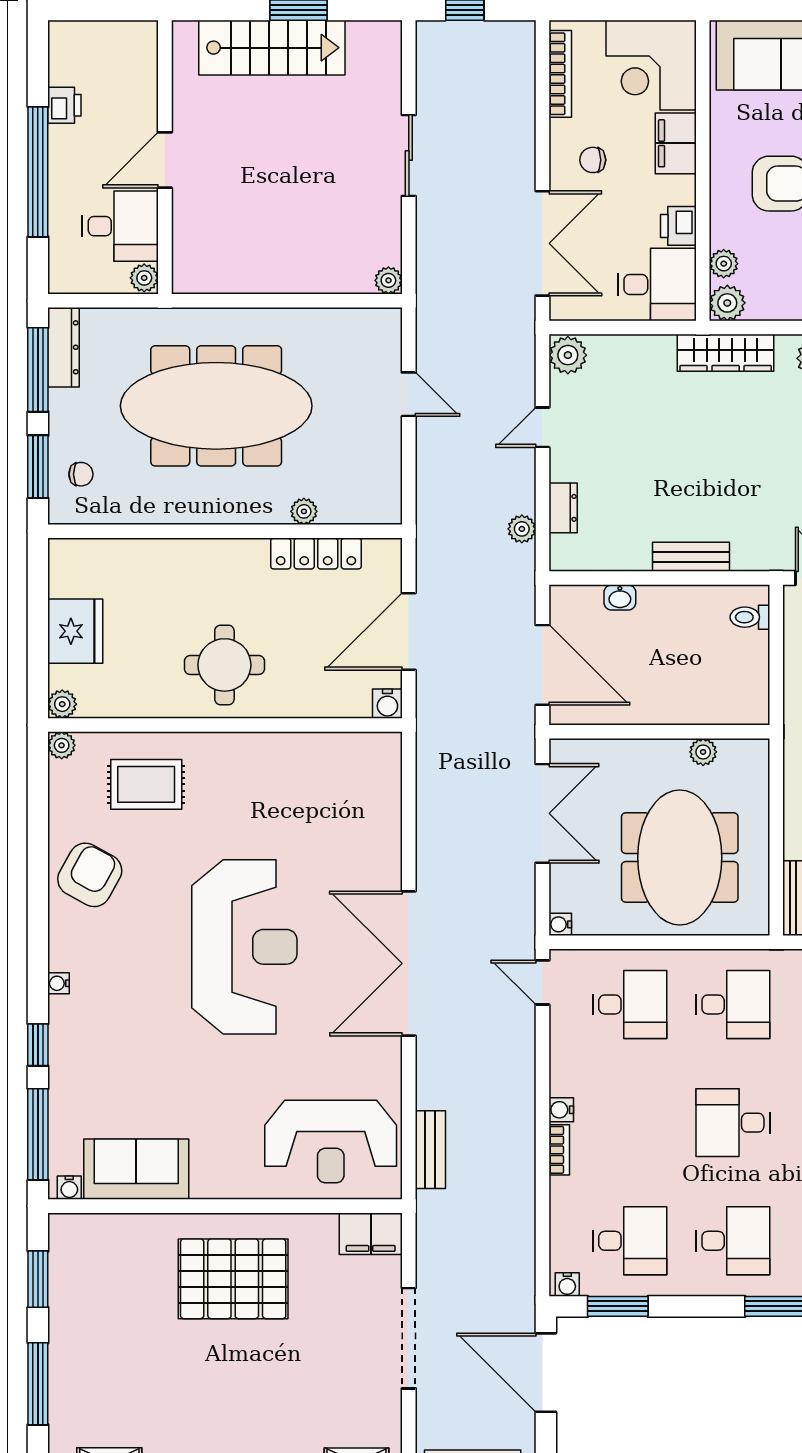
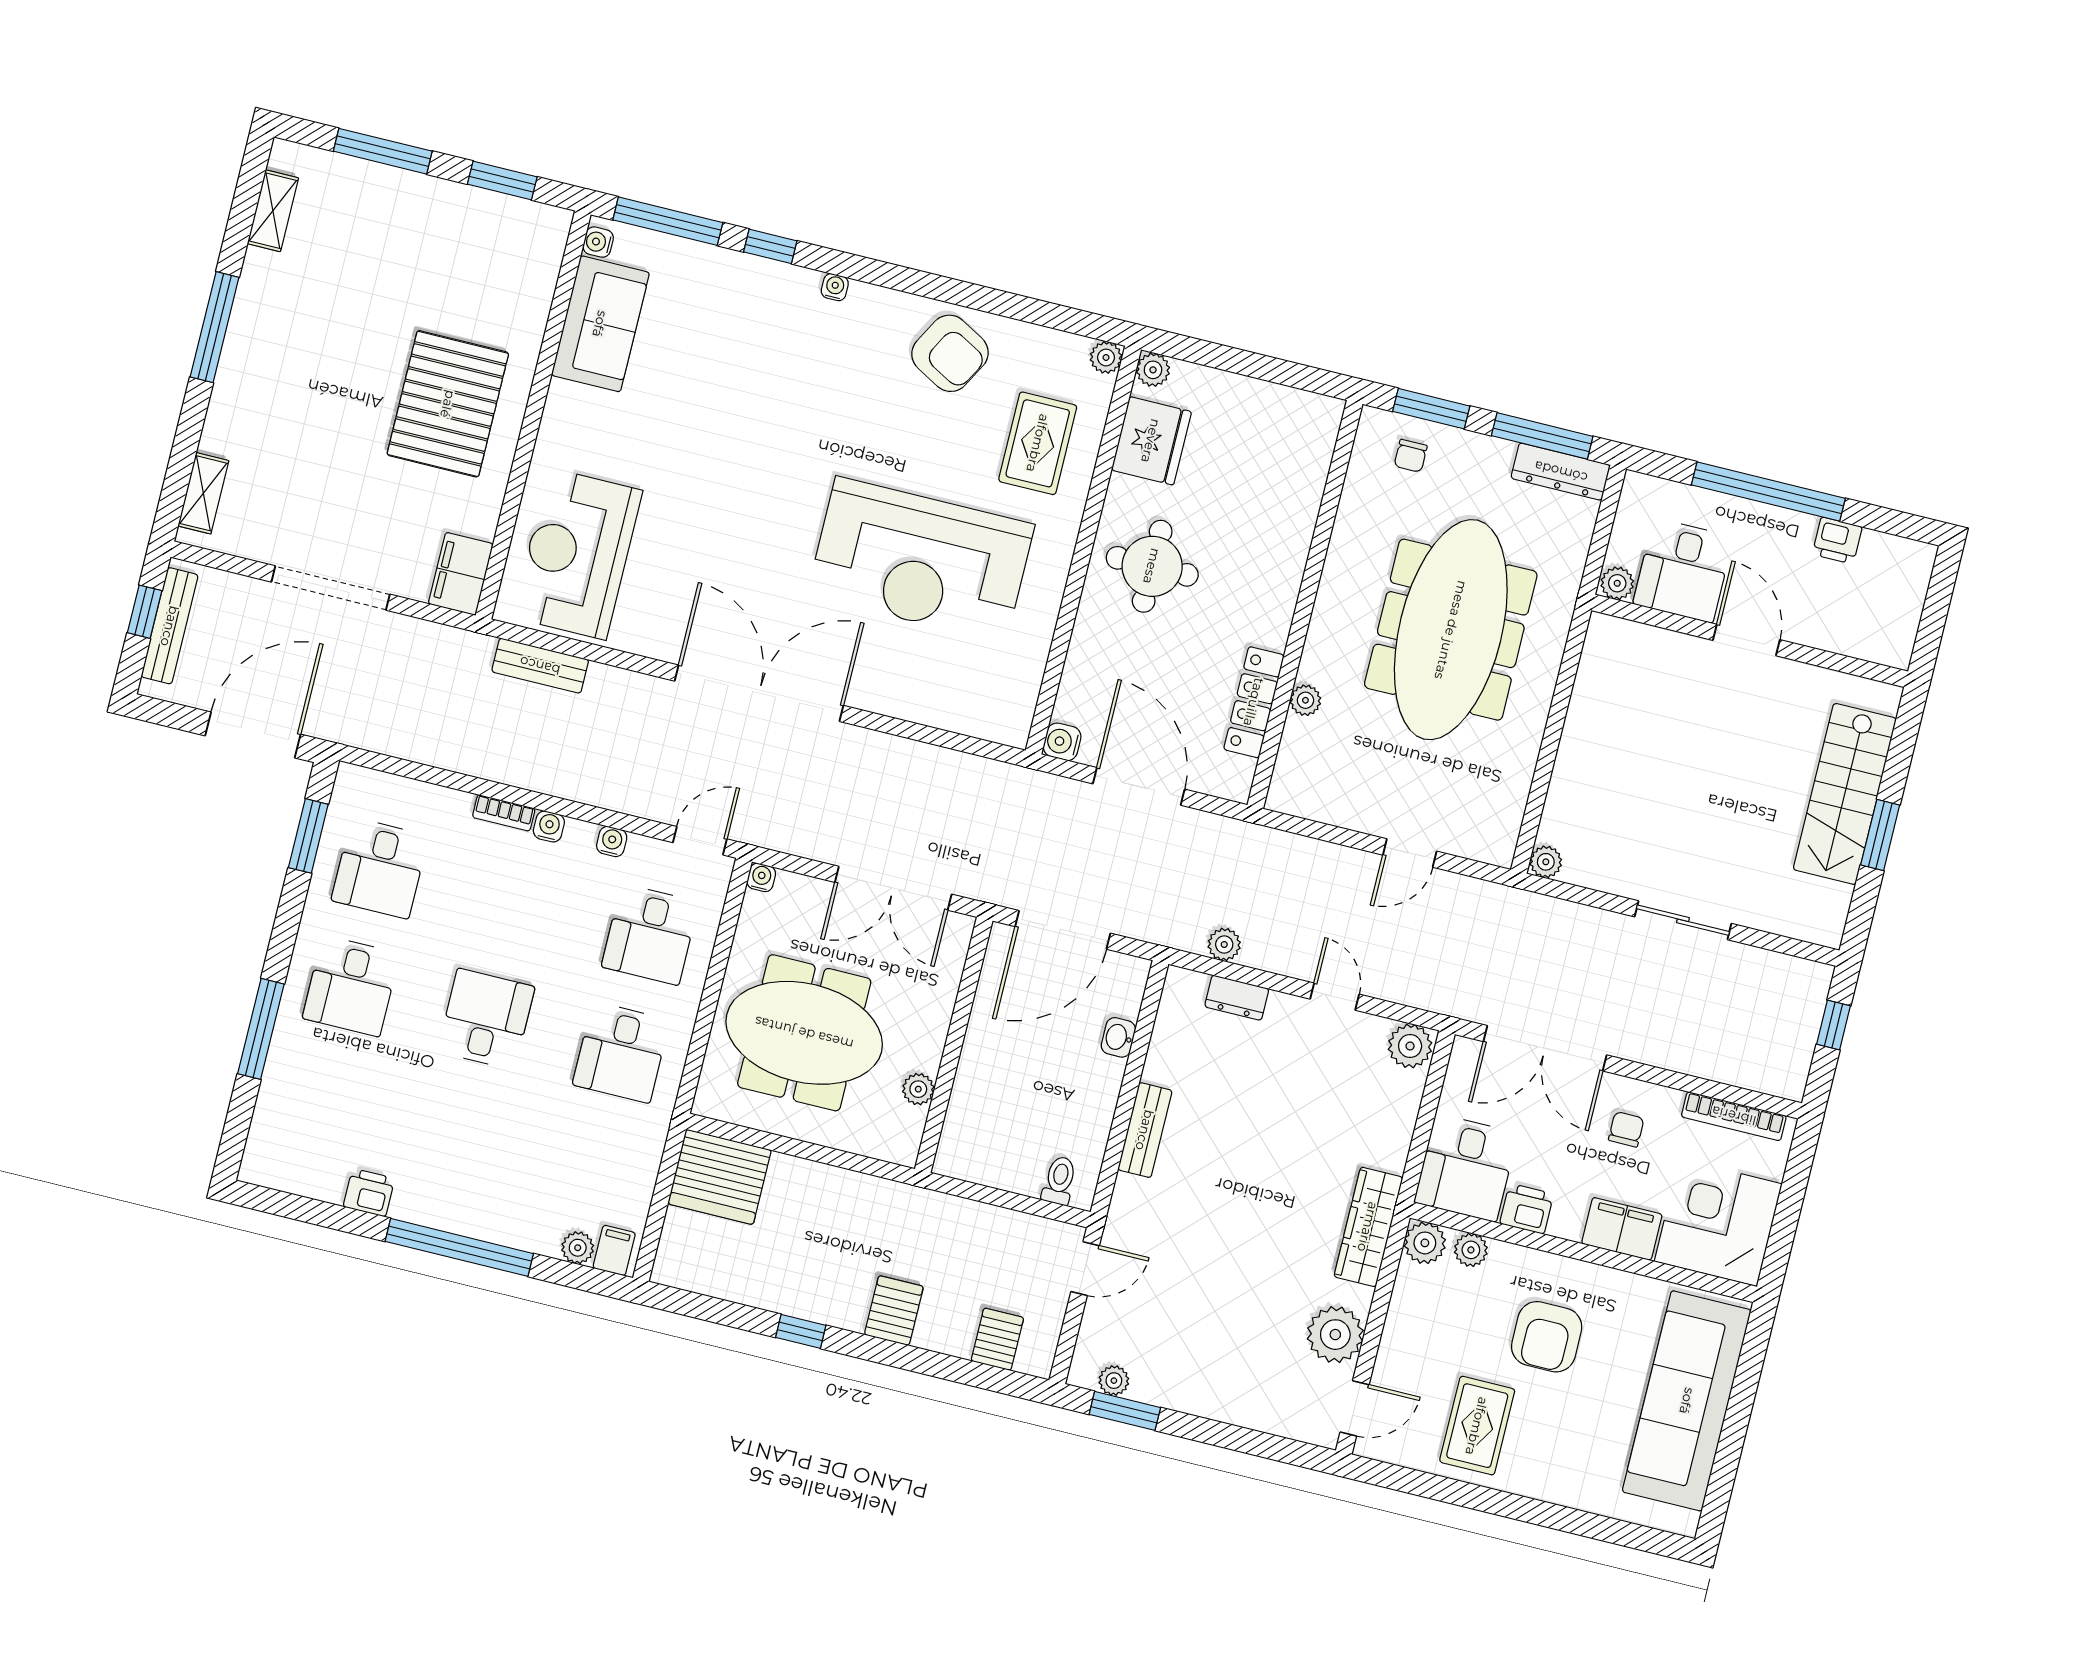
fridge: (75, 631) -> (1151, 441), moved, turned -90
reception desk: (244, 947) -> (921, 560), moved
water cooler: (567, 1285) -> (612, 842), moved, turned 90

